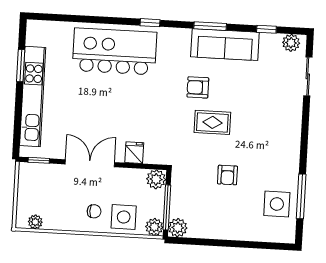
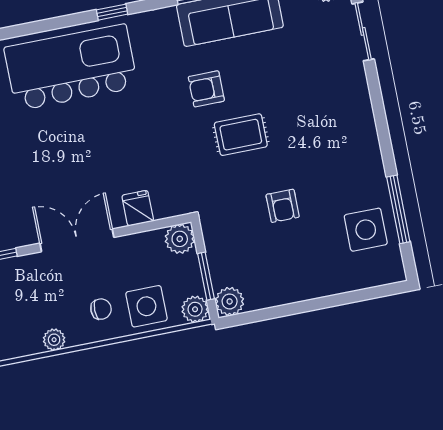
window: (167, 207) -> (206, 276), width x0.69
plant: (35, 222) -> (54, 340), moved

